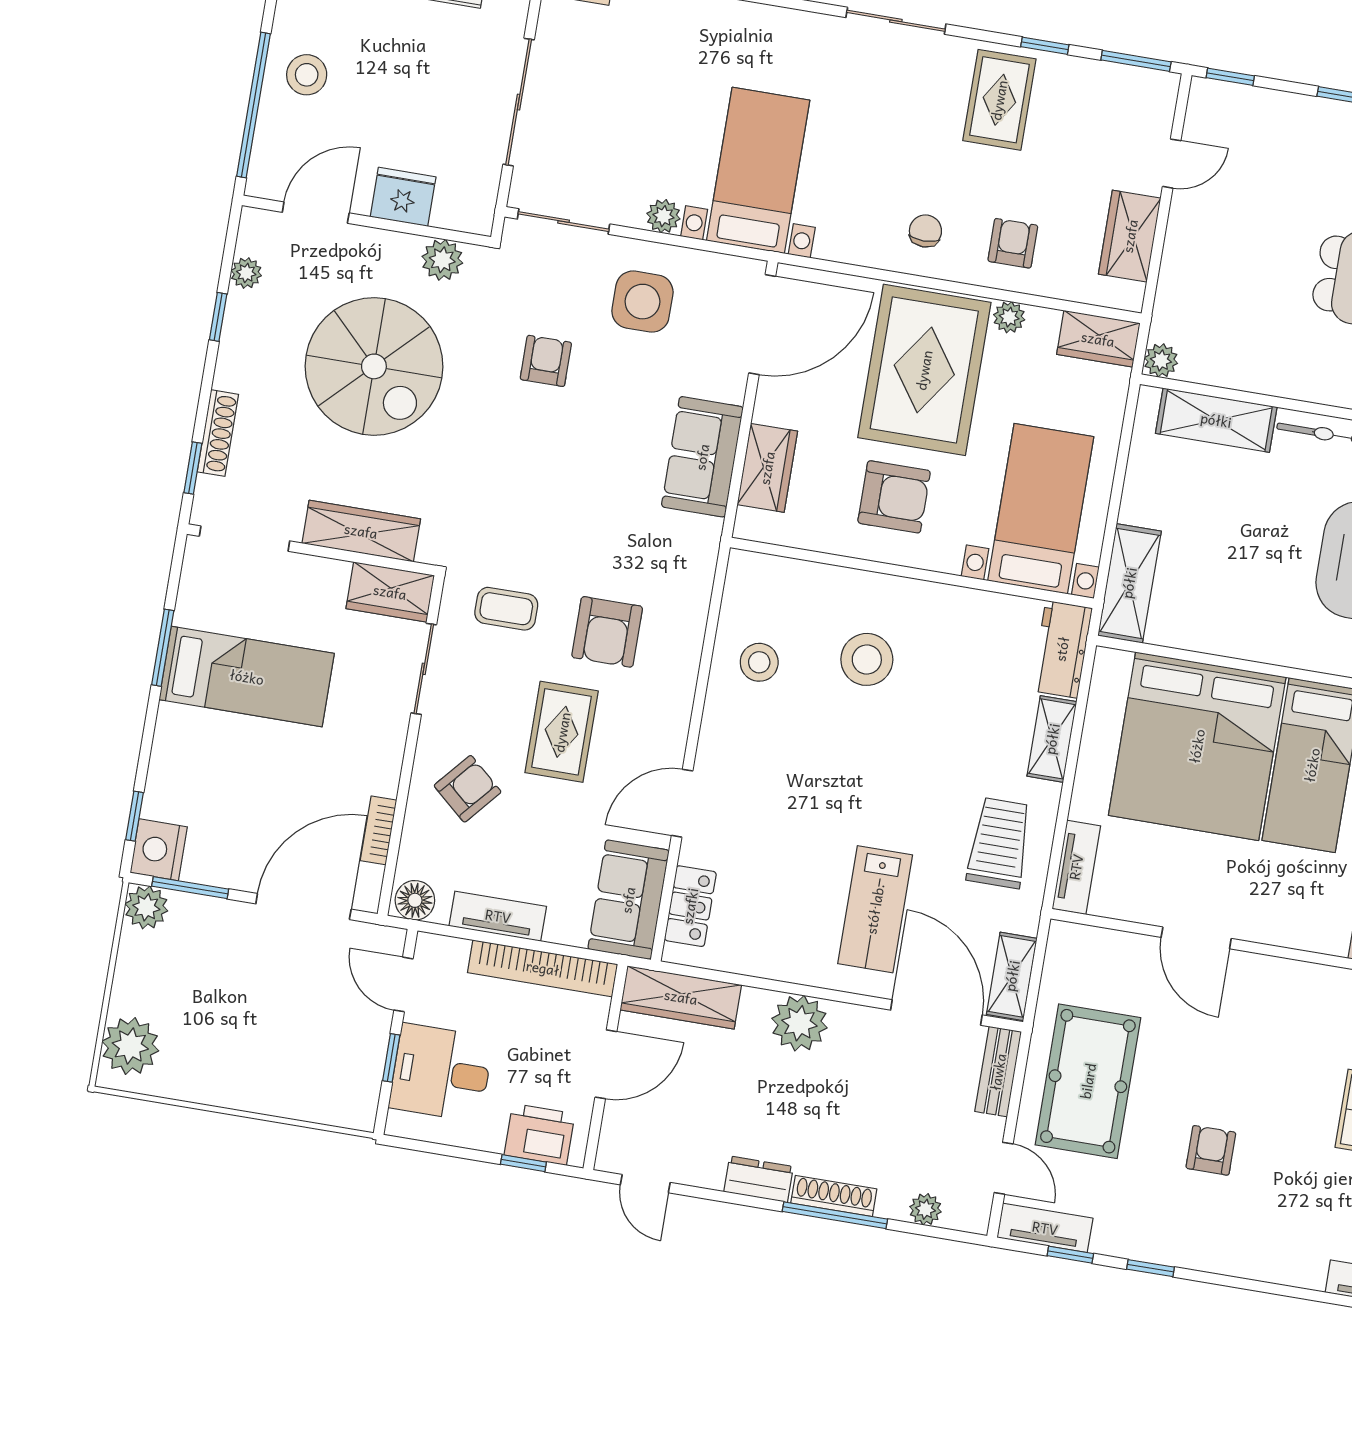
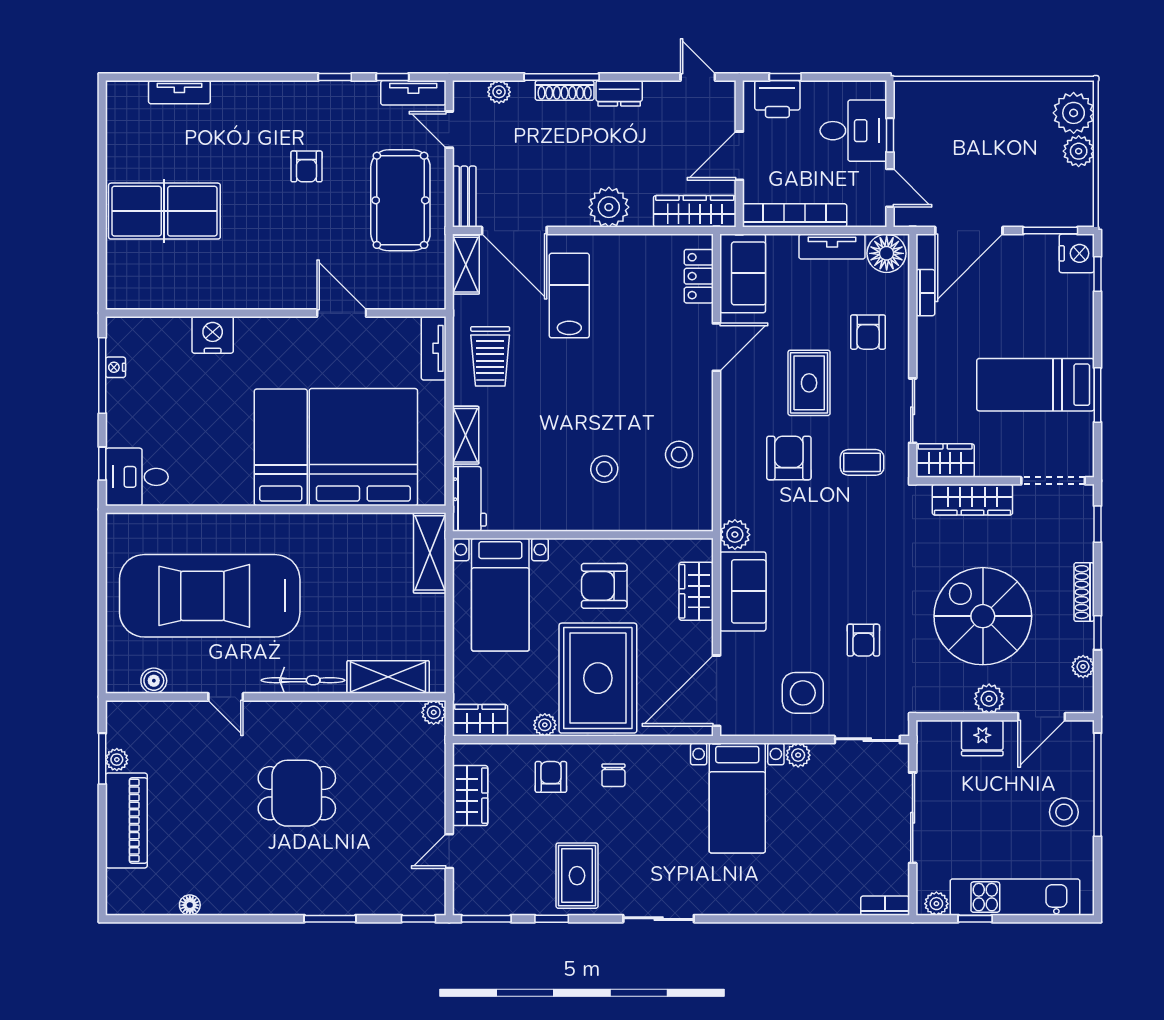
armchair: (1013, 243) -> (551, 777), turned 180
plant: (442, 260) -> (989, 699), moved
shoe rack: (218, 433) -> (1084, 592), moved
plant: (700, 538) -> (735, 535), added
stool: (867, 659) -> (604, 469), width x0.73, depth x0.73
armchair: (468, 789) -> (868, 332), turned -41
floor lamp: (415, 900) -> (887, 253), width x1.38, depth x1.38
plant: (146, 907) -> (1079, 151), moved

